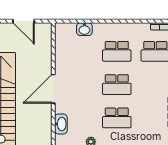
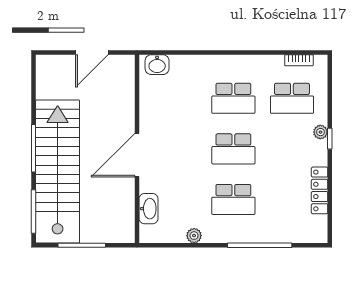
door: (24, 21) -> (92, 52), hinge flipped
washbasin: (84, 29) -> (157, 65), moved

